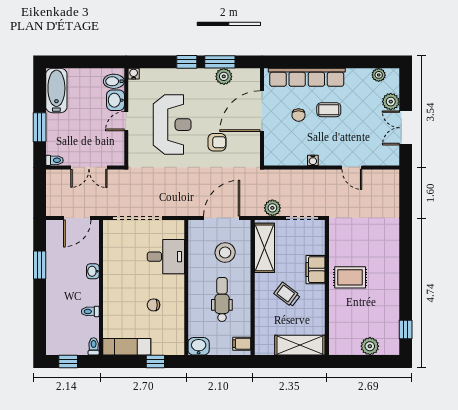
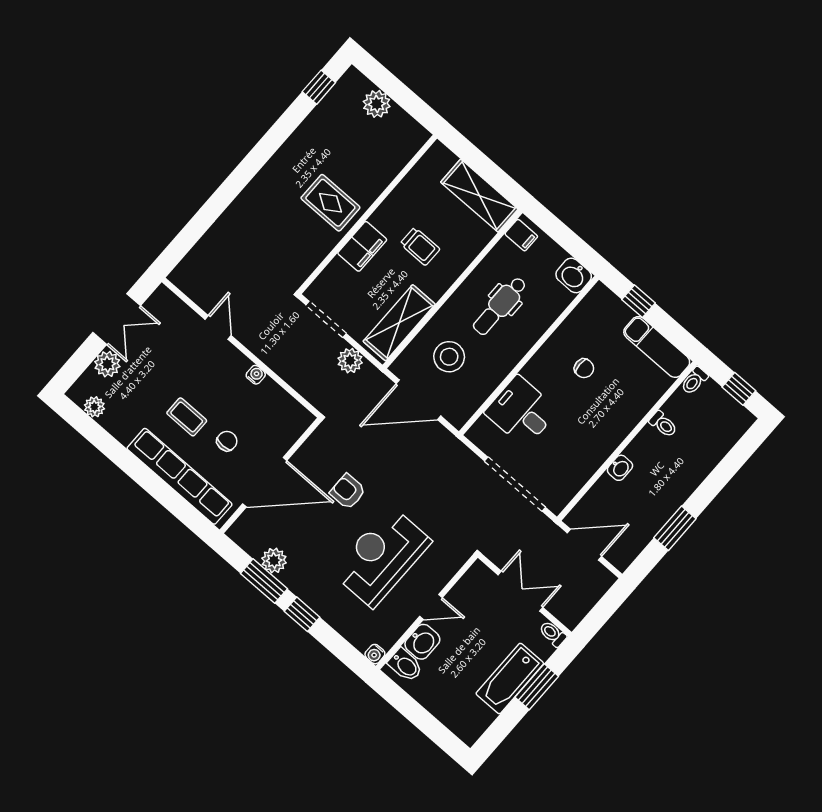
bathtub: (56, 91) -> (510, 679), moved
trolley: (287, 295) -> (420, 246), turned -37
shelving: (300, 345) -> (479, 196), moved

